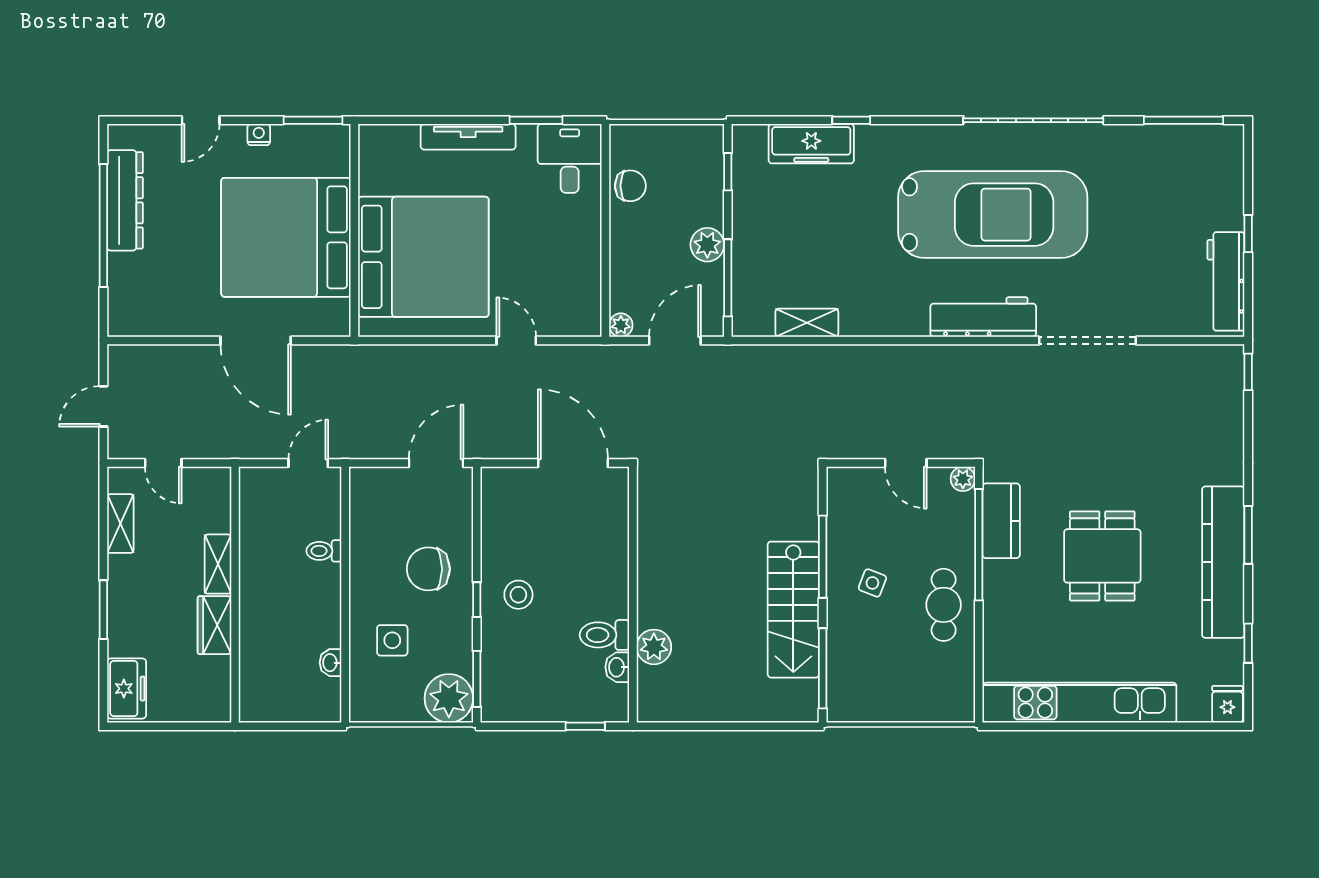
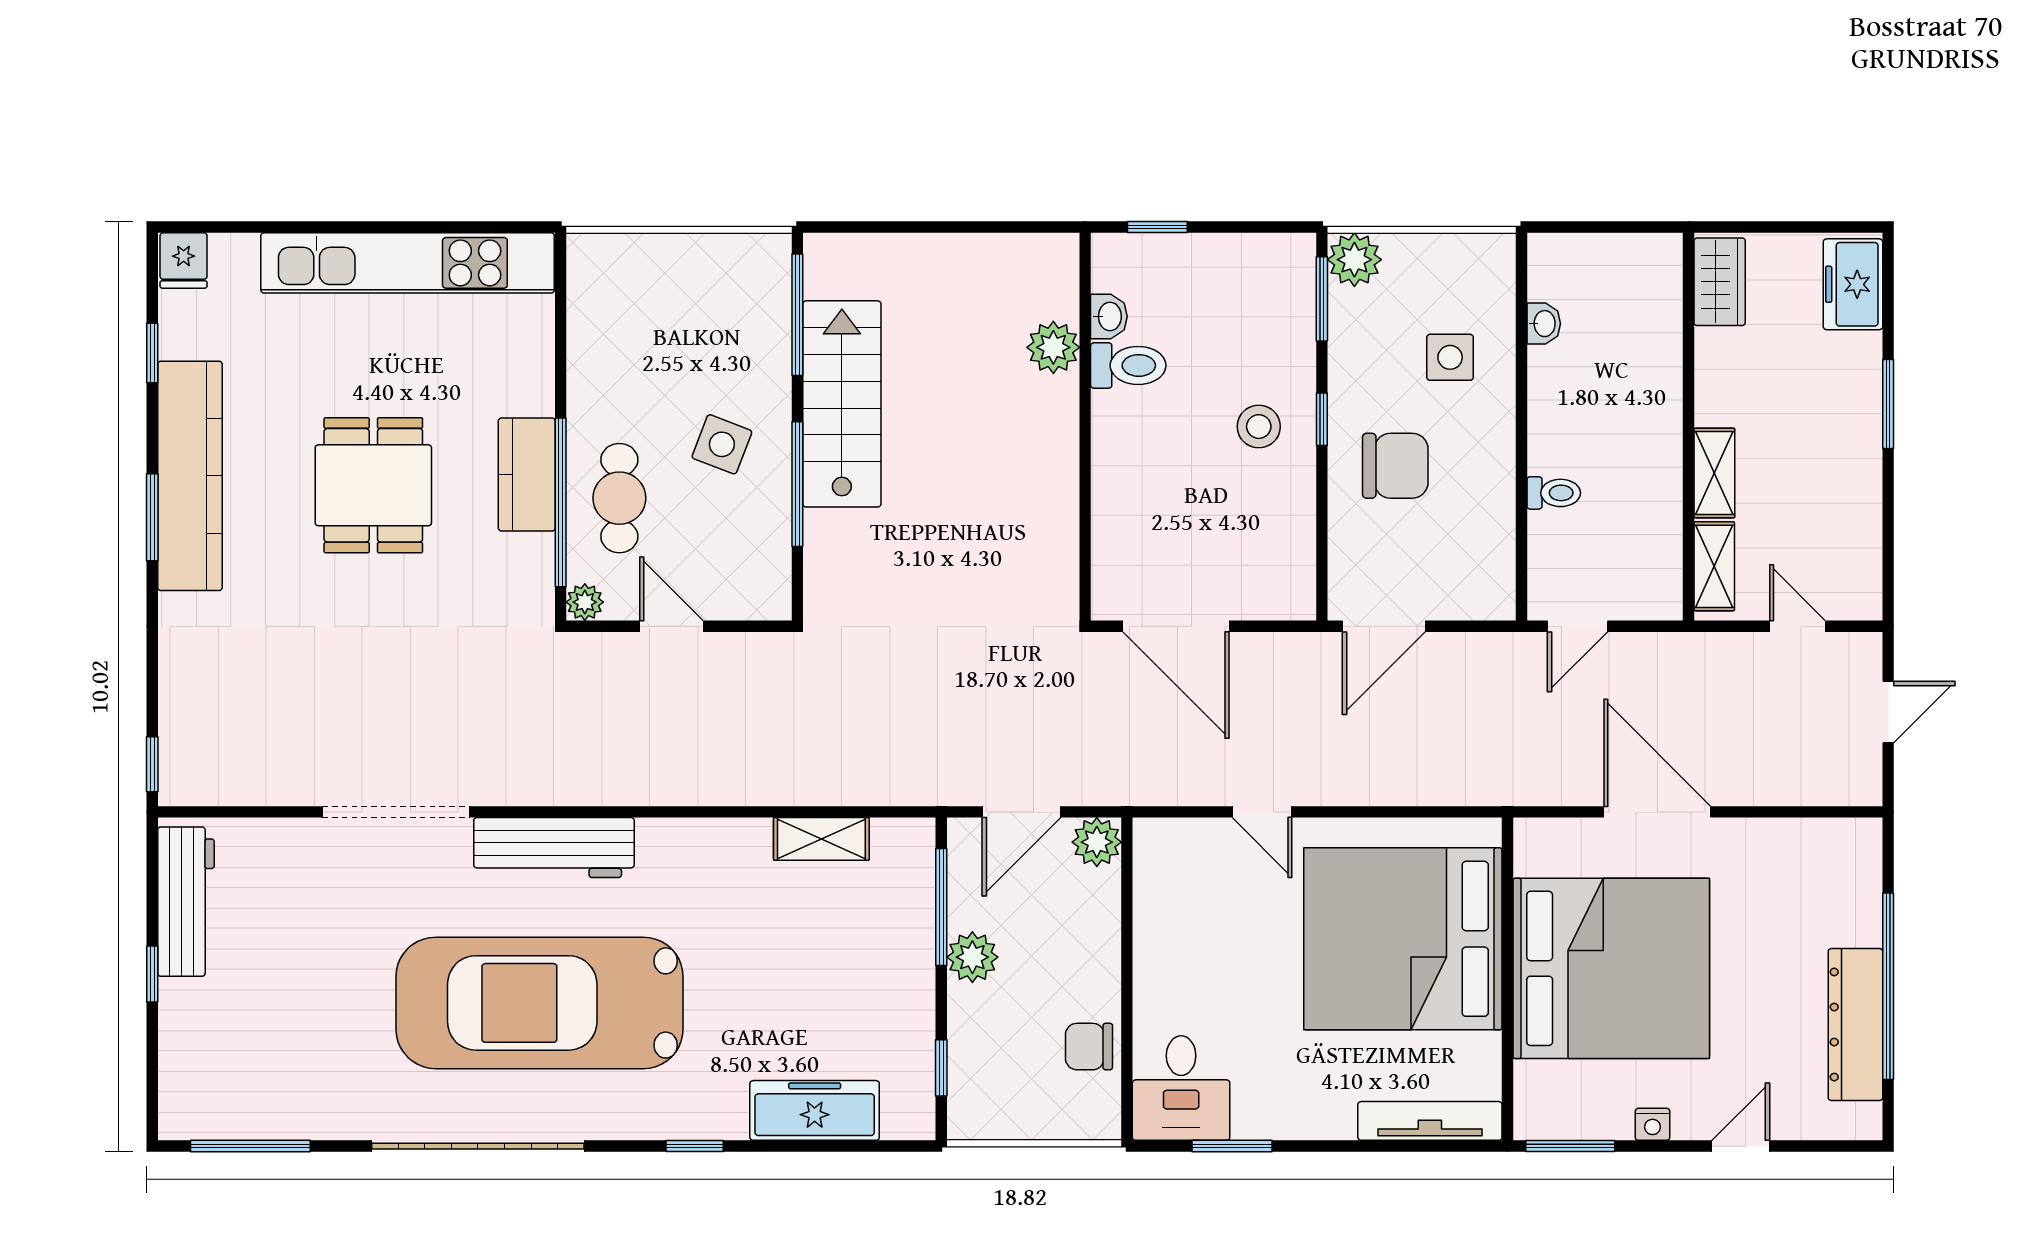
window: (851, 120) -> (695, 1146), moved
tv unit: (468, 137) -> (1430, 1121), moved
plant: (621, 325) -> (1097, 842), width x1.38, depth x1.38
kitchen counter: (1001, 521) -> (527, 475), moved
shelving: (120, 524) -> (1714, 566), moved
side table: (872, 583) -> (722, 444), width x1.37, depth x1.37
cafe table: (944, 605) -> (619, 498), moved
wardrobe: (214, 625) -> (1720, 282), moved
plant: (449, 698) -> (1354, 260), width x0.73, depth x0.73

